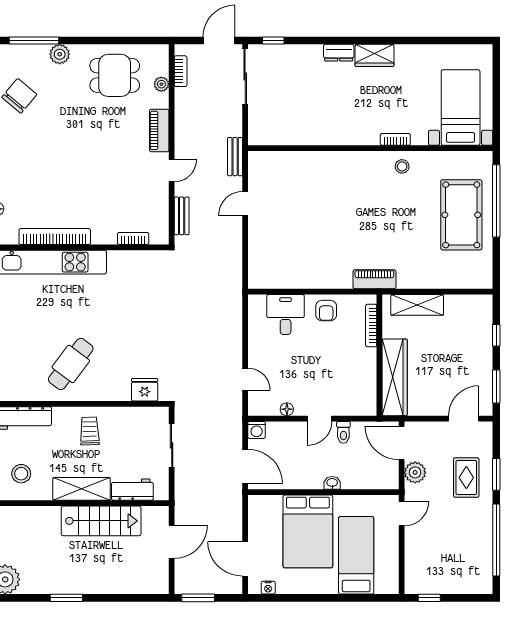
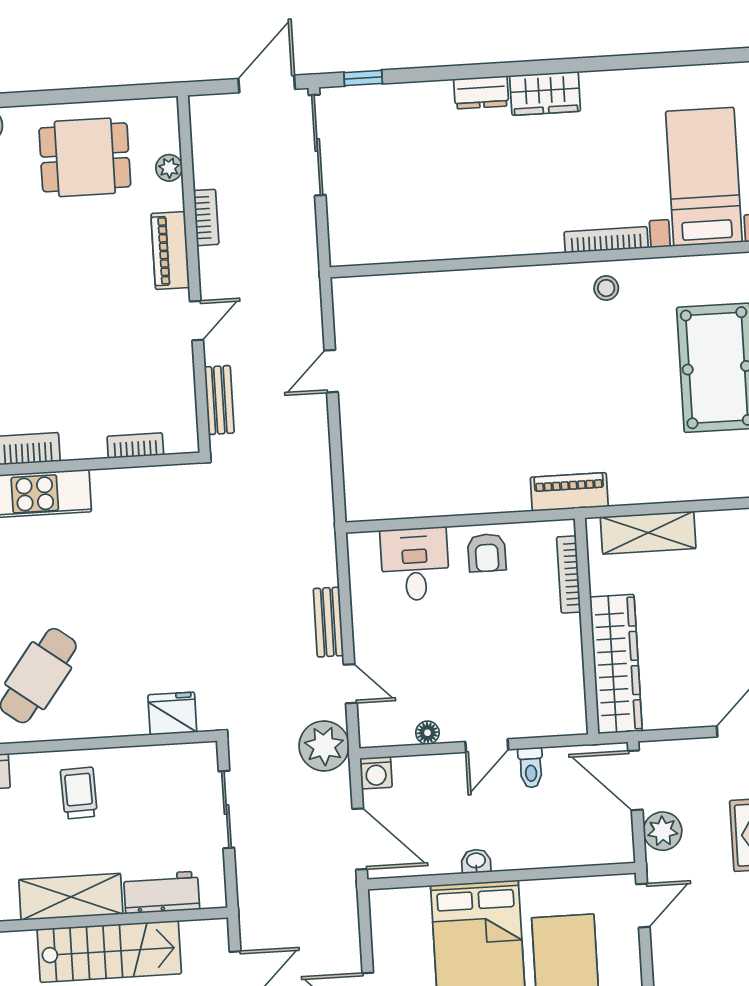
bookcase: (181, 71) -> (206, 217), moved
bookcase: (395, 139) -> (606, 240), width x1.56
bench: (235, 157) -> (328, 622), moved
plant: (228, 413) -> (324, 746), added
washbasin: (332, 483) -> (476, 861), moved

